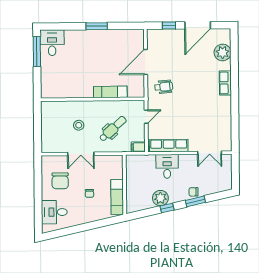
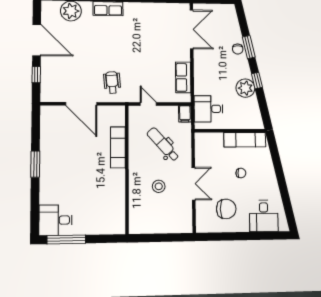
row of seats: (169, 146) -> (183, 77), width x0.68
double door: (210, 153) -> (192, 29), width x1.37
desk: (167, 166) -> (208, 109), moved

